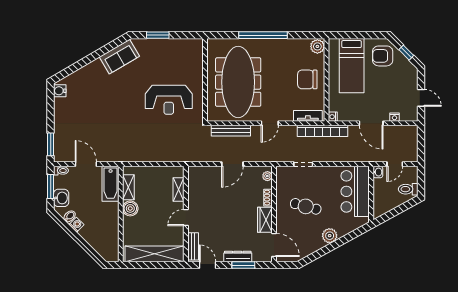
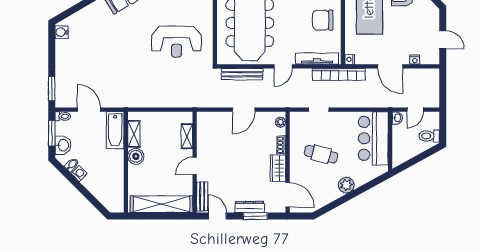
tv unit: (308, 116) -> (317, 59), width x1.41

